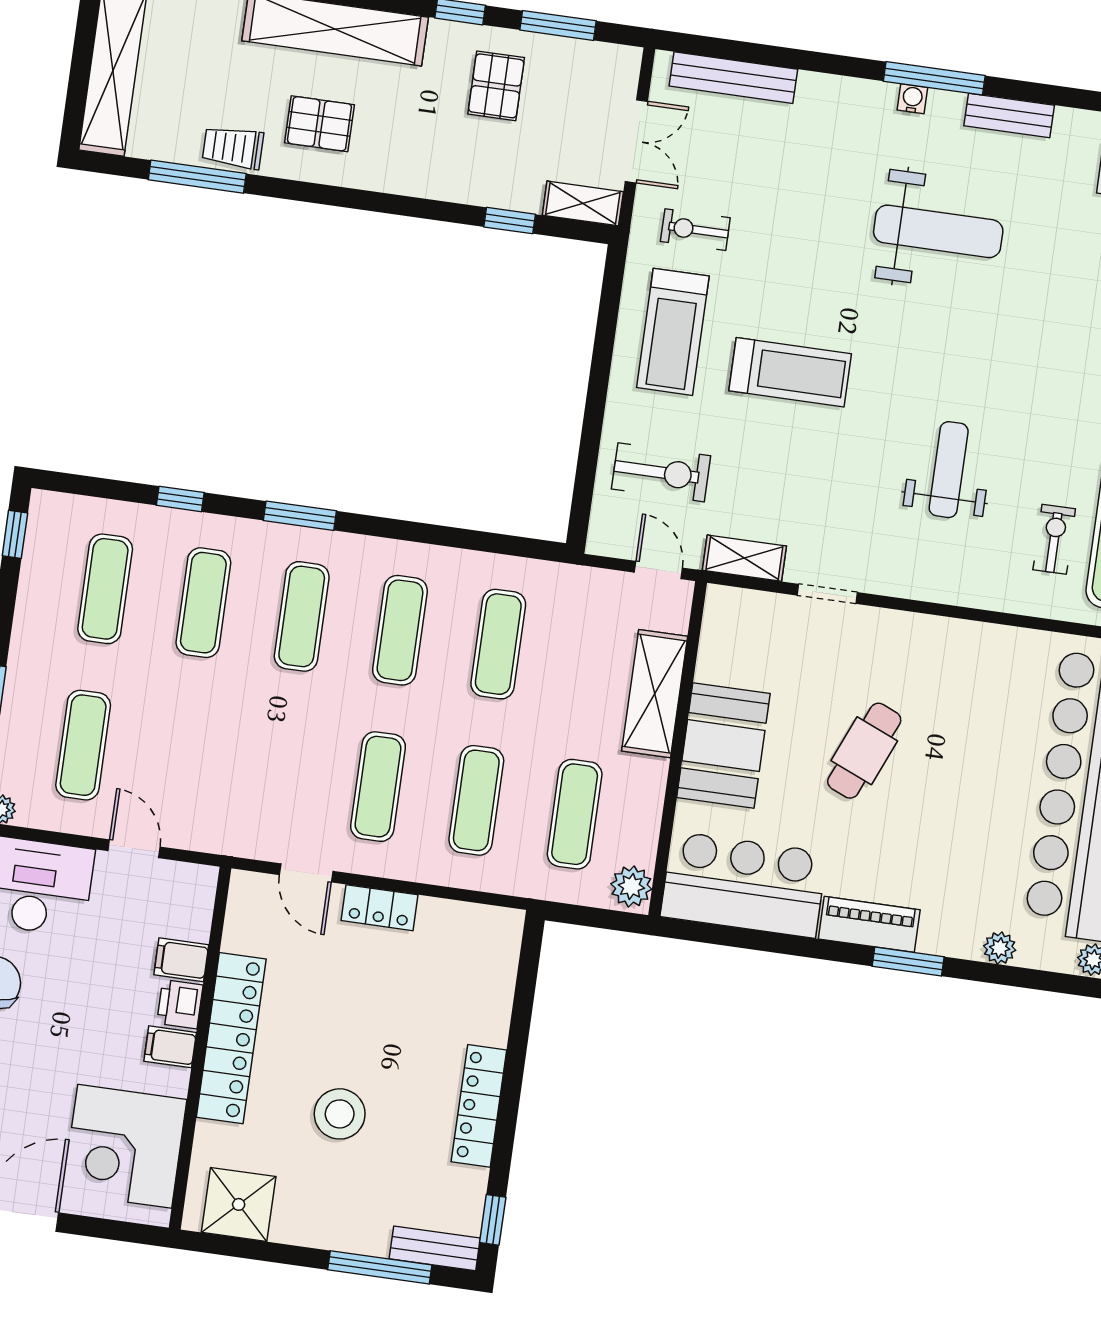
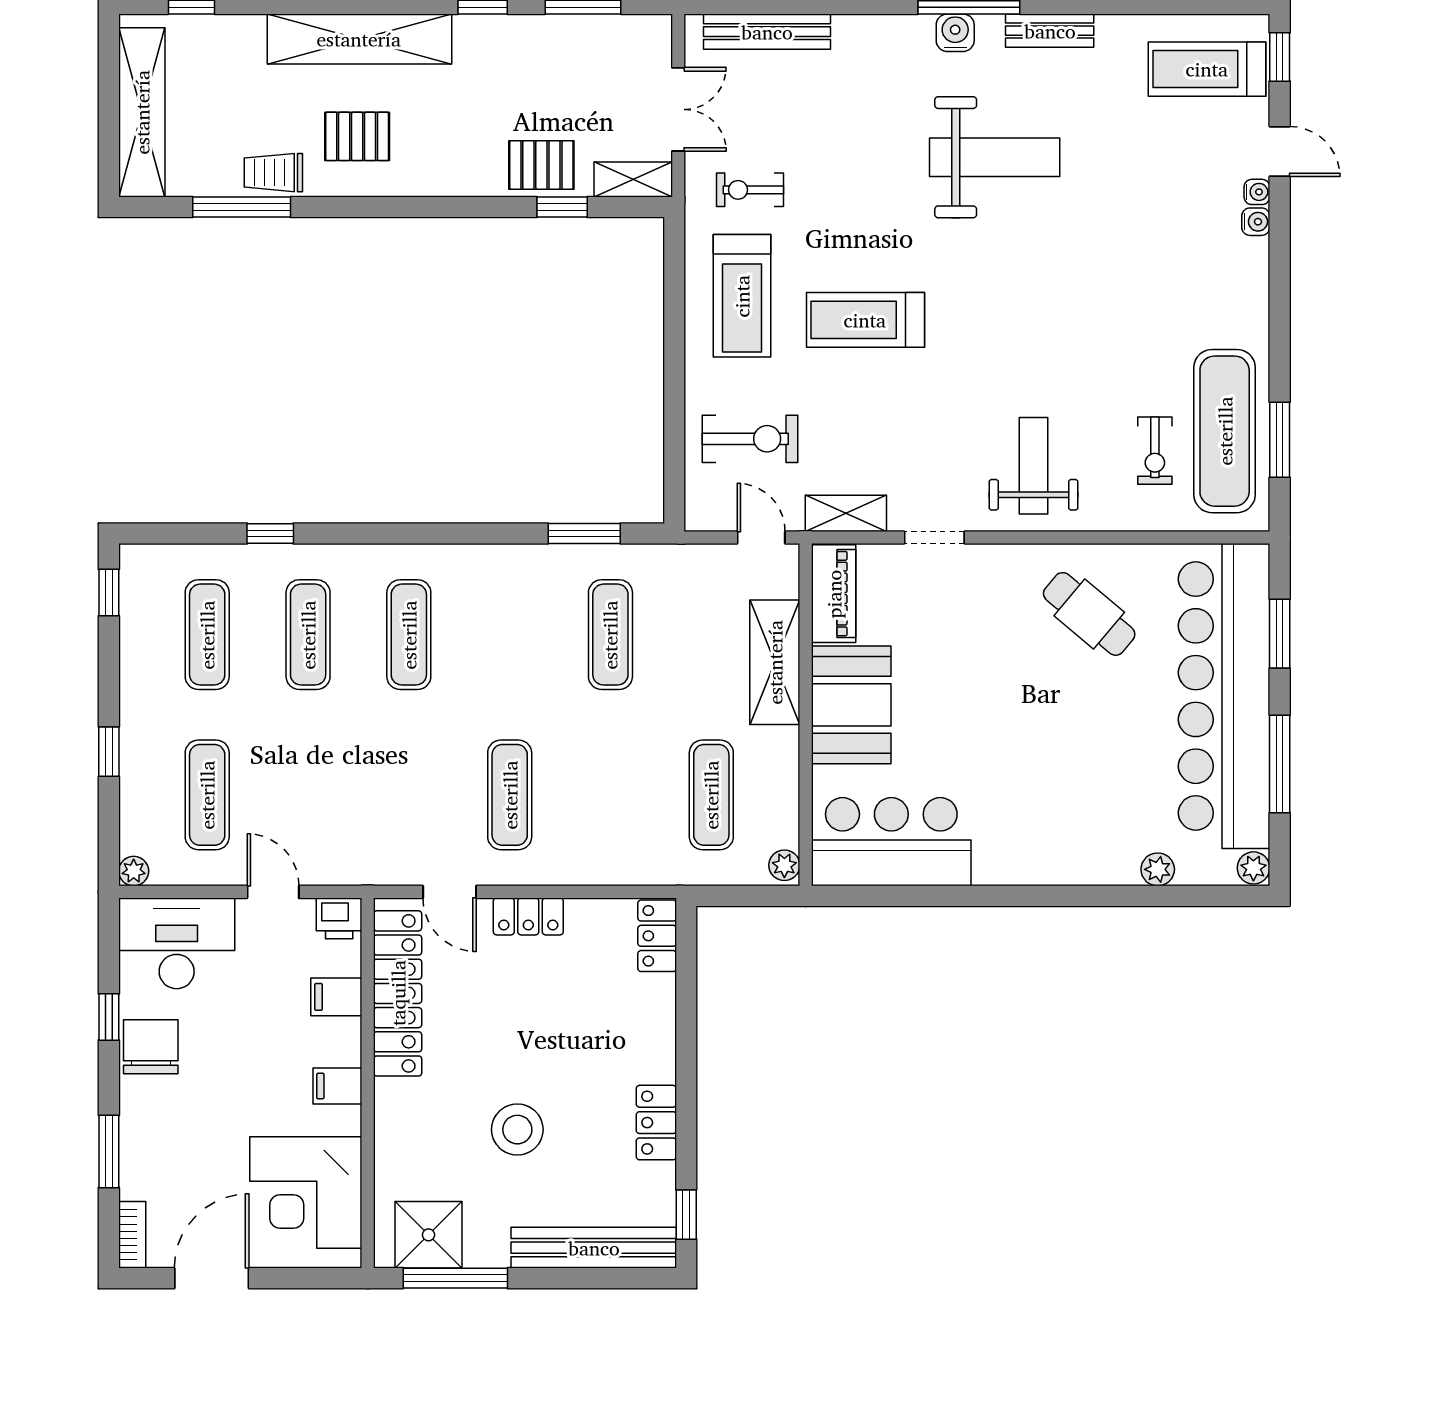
pallet: (496, 86) -> (541, 165), moved, turned 90
water cooler: (912, 99) -> (955, 33), width x1.38, depth x1.38
treadmill: (790, 372) -> (865, 320), turned 180
weight bench: (949, 470) -> (1033, 466), moved
window: (300, 516) -> (584, 534), moved
exercise bike: (1054, 539) -> (1155, 451), turned 180
exercise mat: (400, 630) -> (510, 635), removed
cafe table: (864, 751) -> (1089, 614), moved, turned -73
exercise mat: (476, 800) -> (610, 795), removed
plant: (631, 886) -> (784, 865), width x0.73, depth x0.73
piano: (869, 924) -> (834, 594), moved, turned 90
locker: (502, 944) -> (657, 936), added
window: (908, 962) -> (1068, 896), removed
printer: (180, 1004) -> (339, 918), moved, turned -90
locker: (231, 1038) -> (398, 993), moved
locker: (479, 1106) -> (656, 1123), width x0.66
bench: (435, 1248) -> (594, 1248), width x1.86, depth x1.21
window: (380, 1267) -> (455, 1278), moved

